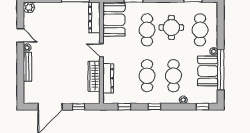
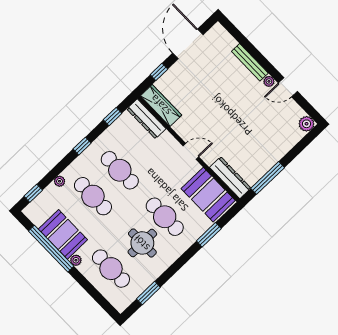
wardrobe: (94, 76) -> (161, 105), moved
dresser: (108, 78) -> (146, 119), moved

